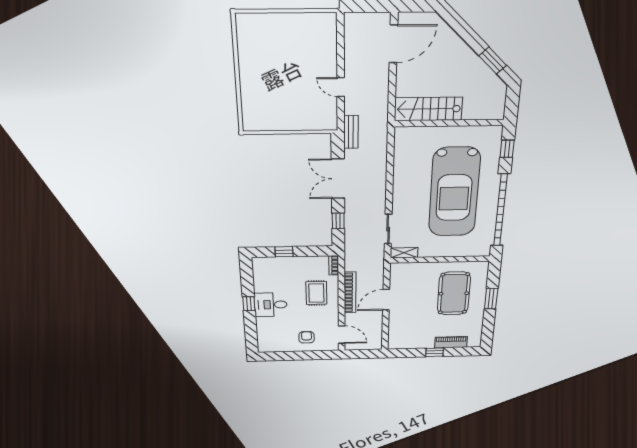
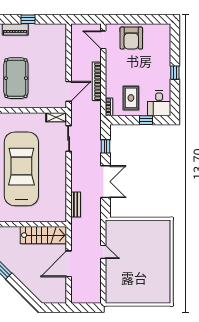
door: (393, 44) -> (69, 264), moved
bench: (351, 132) -> (76, 204), moved
rug: (316, 293) -> (131, 98), moved
door: (386, 300) -> (69, 91), moved
desk: (271, 305) -> (159, 103), moved, turned 90
armchair: (307, 337) -> (131, 38), width x1.88, depth x1.88

